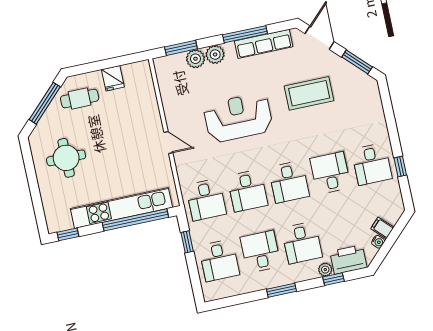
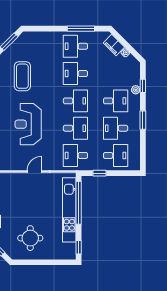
desk: (372, 164) -> (75, 46), turned 180
window: (400, 166) -> (81, 29), width x2.17
desk: (206, 200) -> (75, 155), turned 180
filing cabinet: (382, 228) -> (114, 45), width x2.00
printer: (348, 259) -> (132, 74), removed

